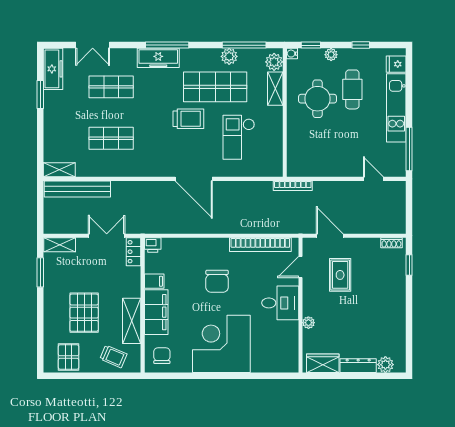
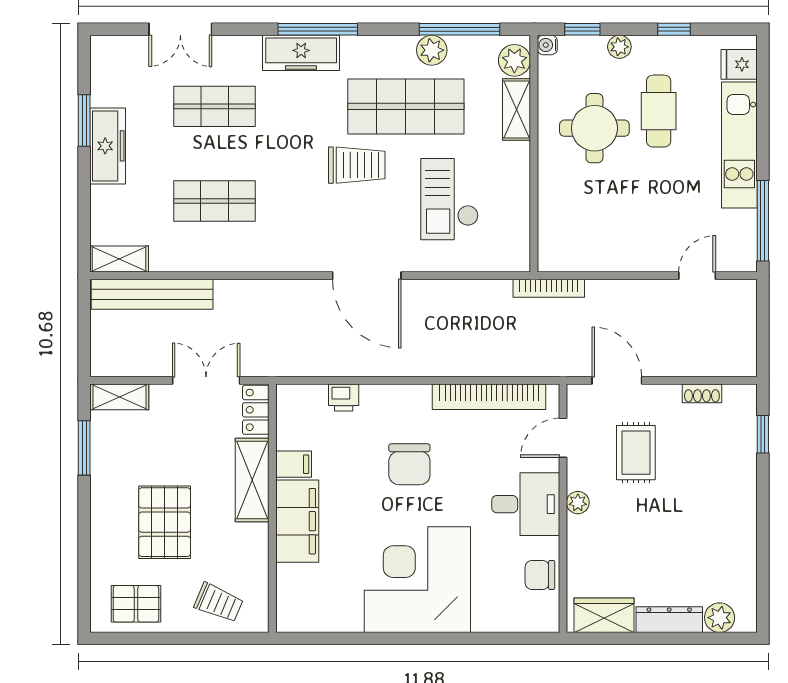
freezer: (53, 69) -> (108, 146), moved
door: (373, 179) -> (697, 276), hinge flipped
shoe rack: (391, 243) -> (702, 393), moved
printer: (153, 245) -> (344, 398), moved
shelving: (132, 321) -> (252, 480), moved
plant: (308, 323) -> (578, 503), moved
chair: (162, 356) -> (540, 575), moved, turned -90
pallet: (69, 357) -> (136, 604), turned 90

